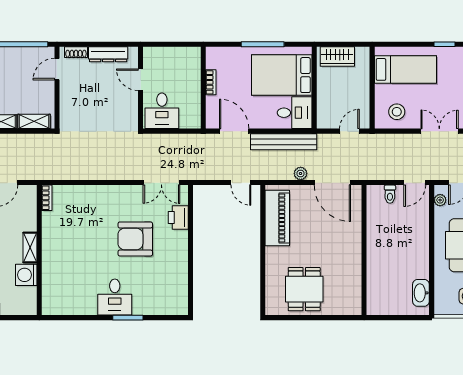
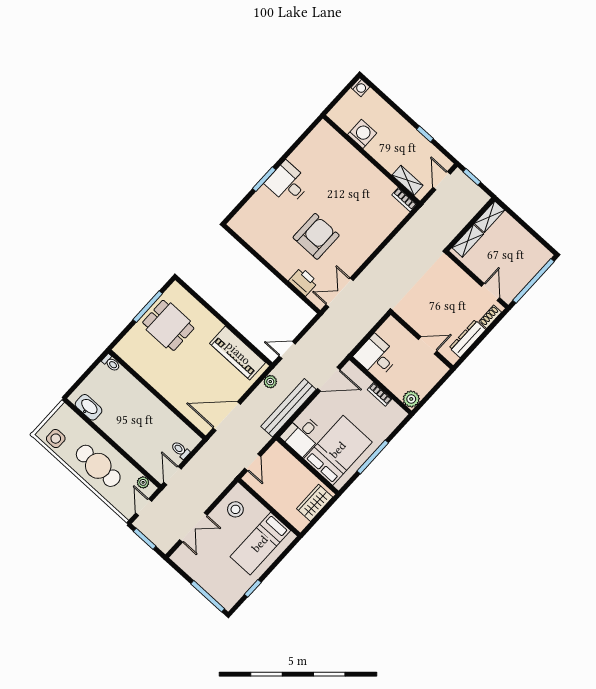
plant: (192, 55) -> (411, 399), added
desk: (162, 111) -> (376, 356), moved
plant: (301, 173) -> (270, 382), moved
shelving: (30, 248) -> (408, 180), moved
toilet: (372, 306) -> (111, 363), added
window: (304, 318) -> (148, 307), added

